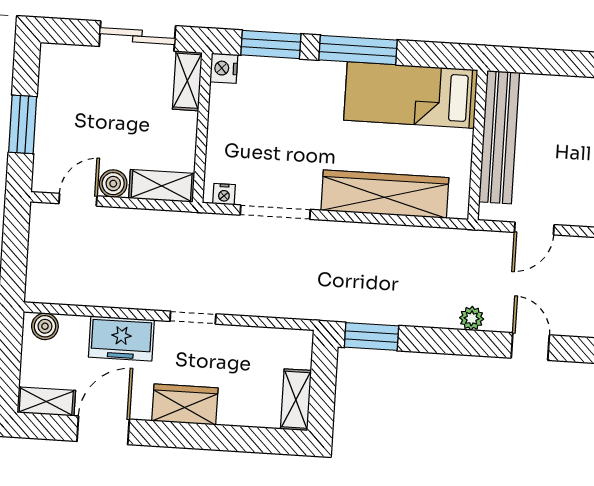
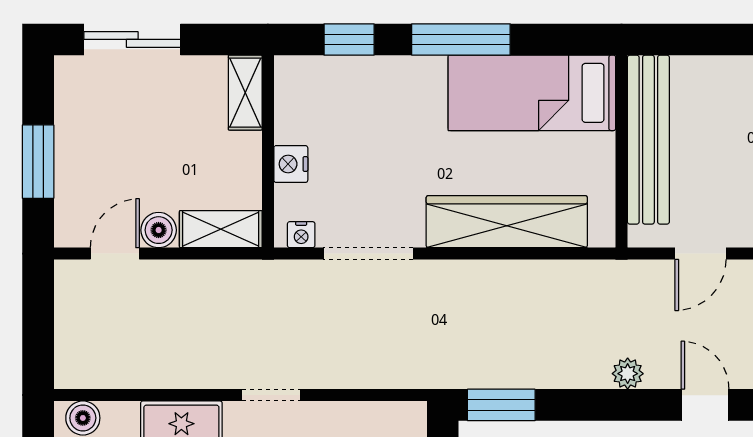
sliding door: (137, 36) -> (132, 39), moved
window: (271, 44) -> (349, 39), width x0.67
nightstand: (224, 68) -> (291, 164), moved

